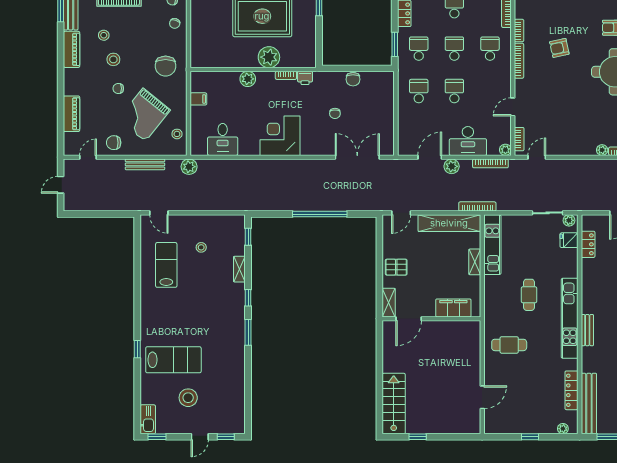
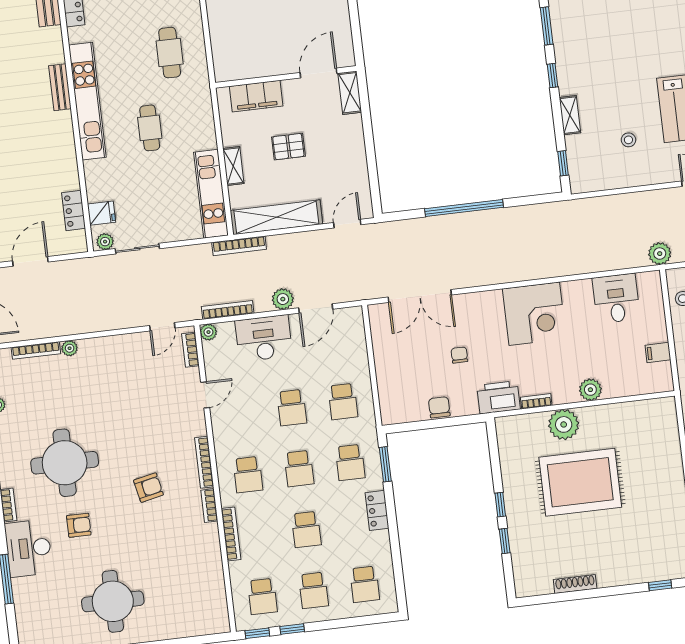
printer: (305, 78) -> (498, 397), width x1.87, depth x1.48
pallet: (396, 267) -> (288, 147), moved
cafe table: (509, 345) -> (170, 53), turned 90

